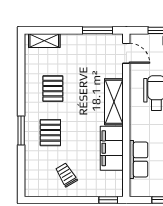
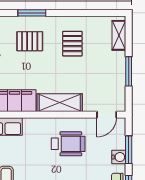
window: (98, 30) -> (129, 71), moved
pallet: (53, 89) -> (72, 44), turned 90

